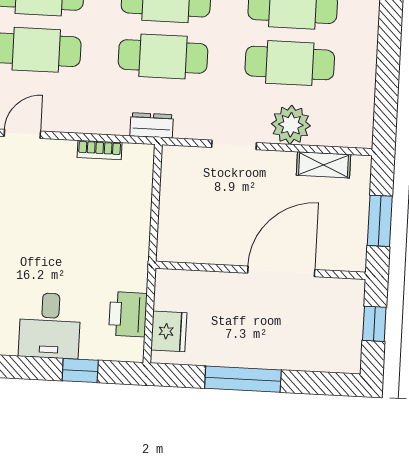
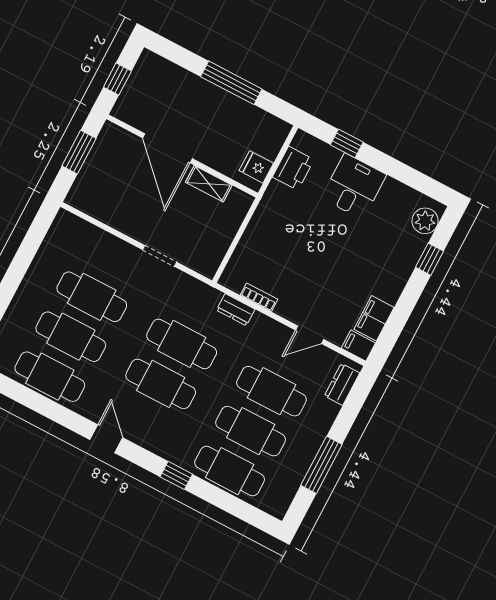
dresser: (152, 125) -> (236, 310), moved
plant: (291, 125) -> (112, 252), removed
shelving: (323, 165) -> (209, 184), moved
door: (281, 271) -> (168, 148), hinge flipped
fridge: (169, 331) -> (256, 167), moved, width x0.72

